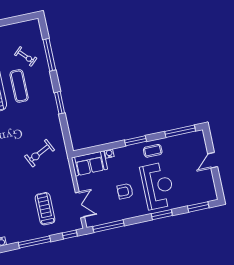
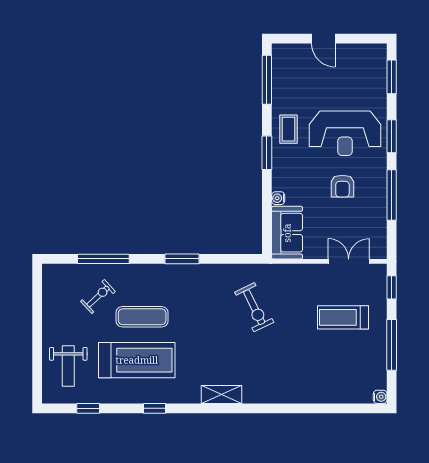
reception desk: (158, 186) -> (345, 133), turned 180
window: (108, 226) -> (392, 195), moved

